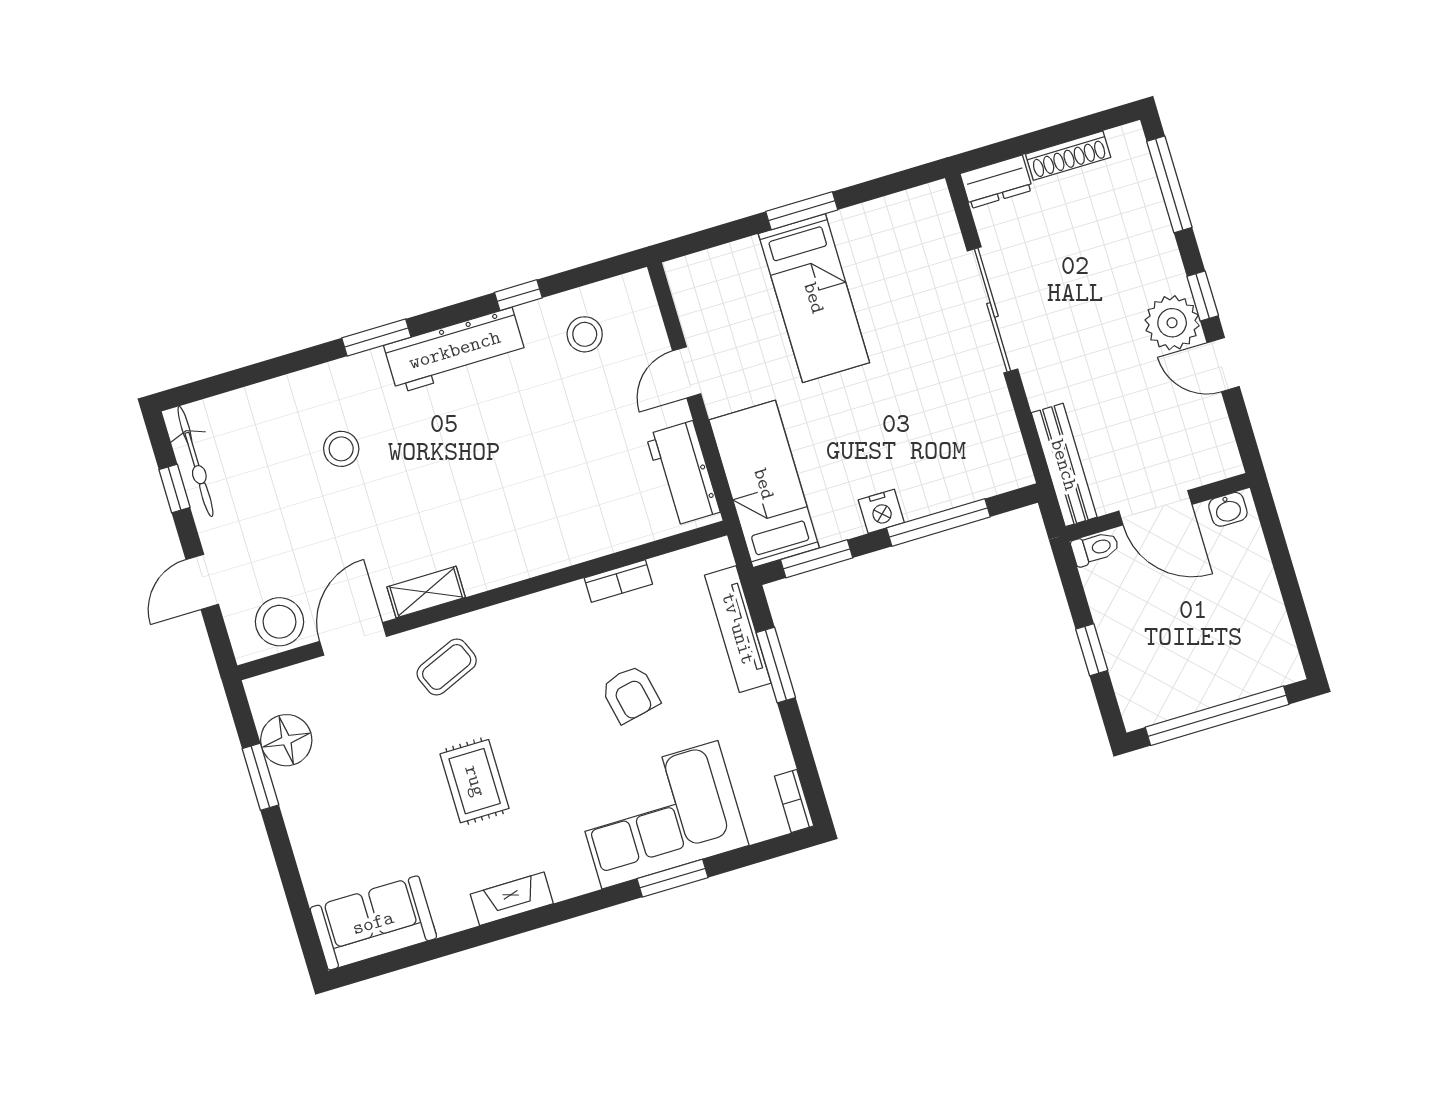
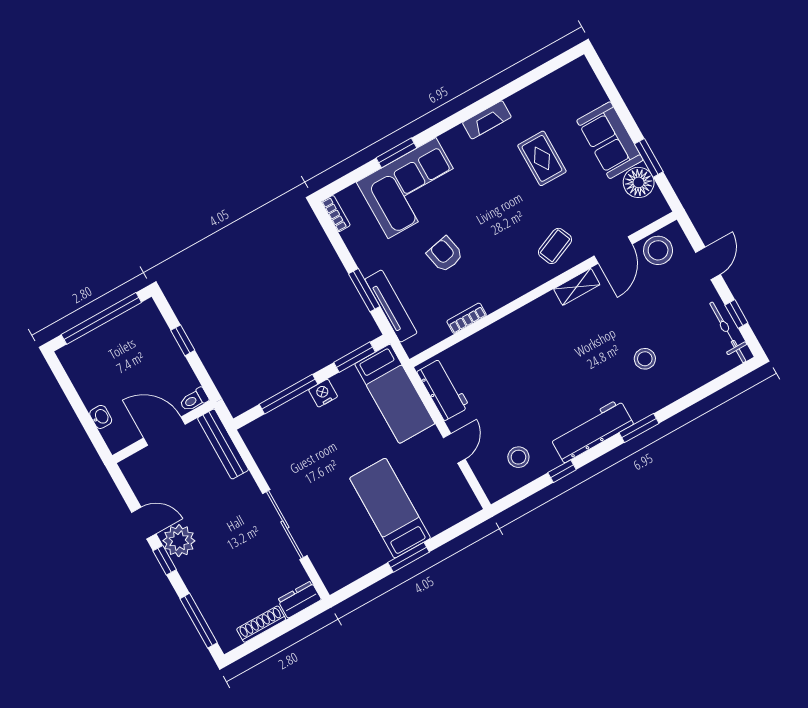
washbasin: (1228, 509) -> (101, 417), moved, turned 90
rug: (475, 781) -> (542, 158), moved
sofa: (373, 923) -> (610, 140), moved, turned 90

